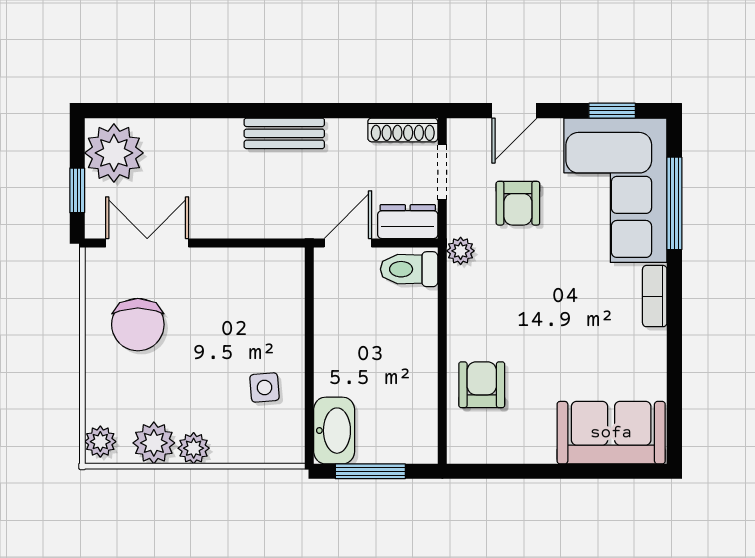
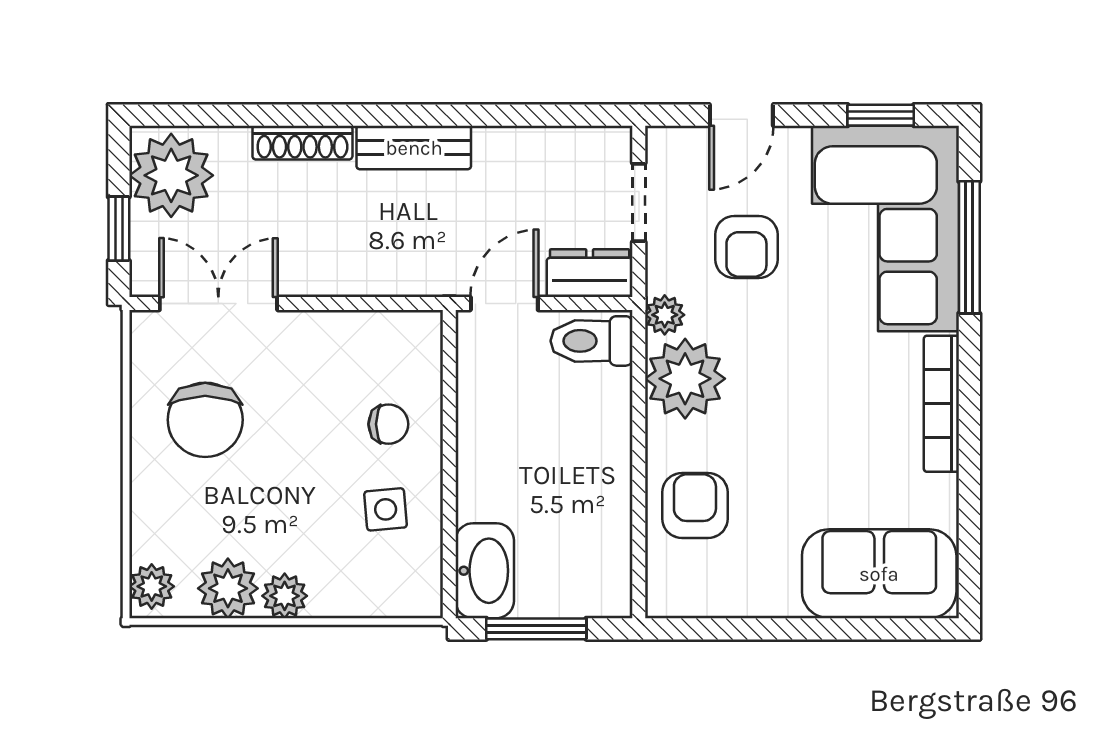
shoe rack: (403, 130) -> (302, 143), moved
plant: (475, 296) -> (685, 379), added
bookcase: (655, 296) -> (941, 404), width x1.56
chair: (266, 328) -> (388, 424), added

